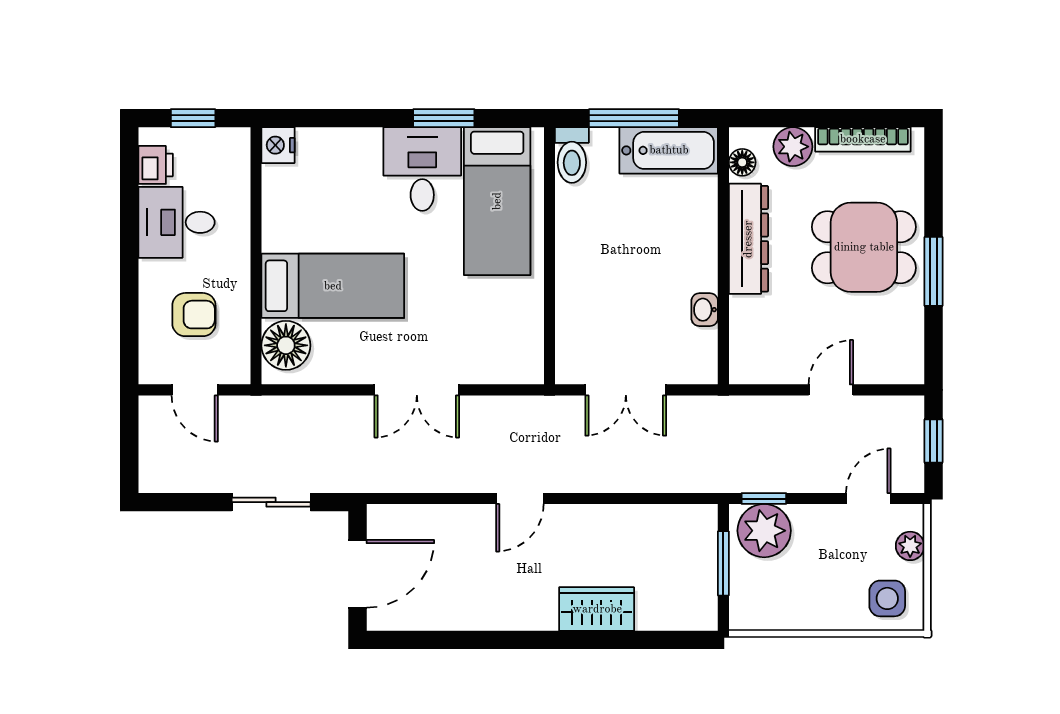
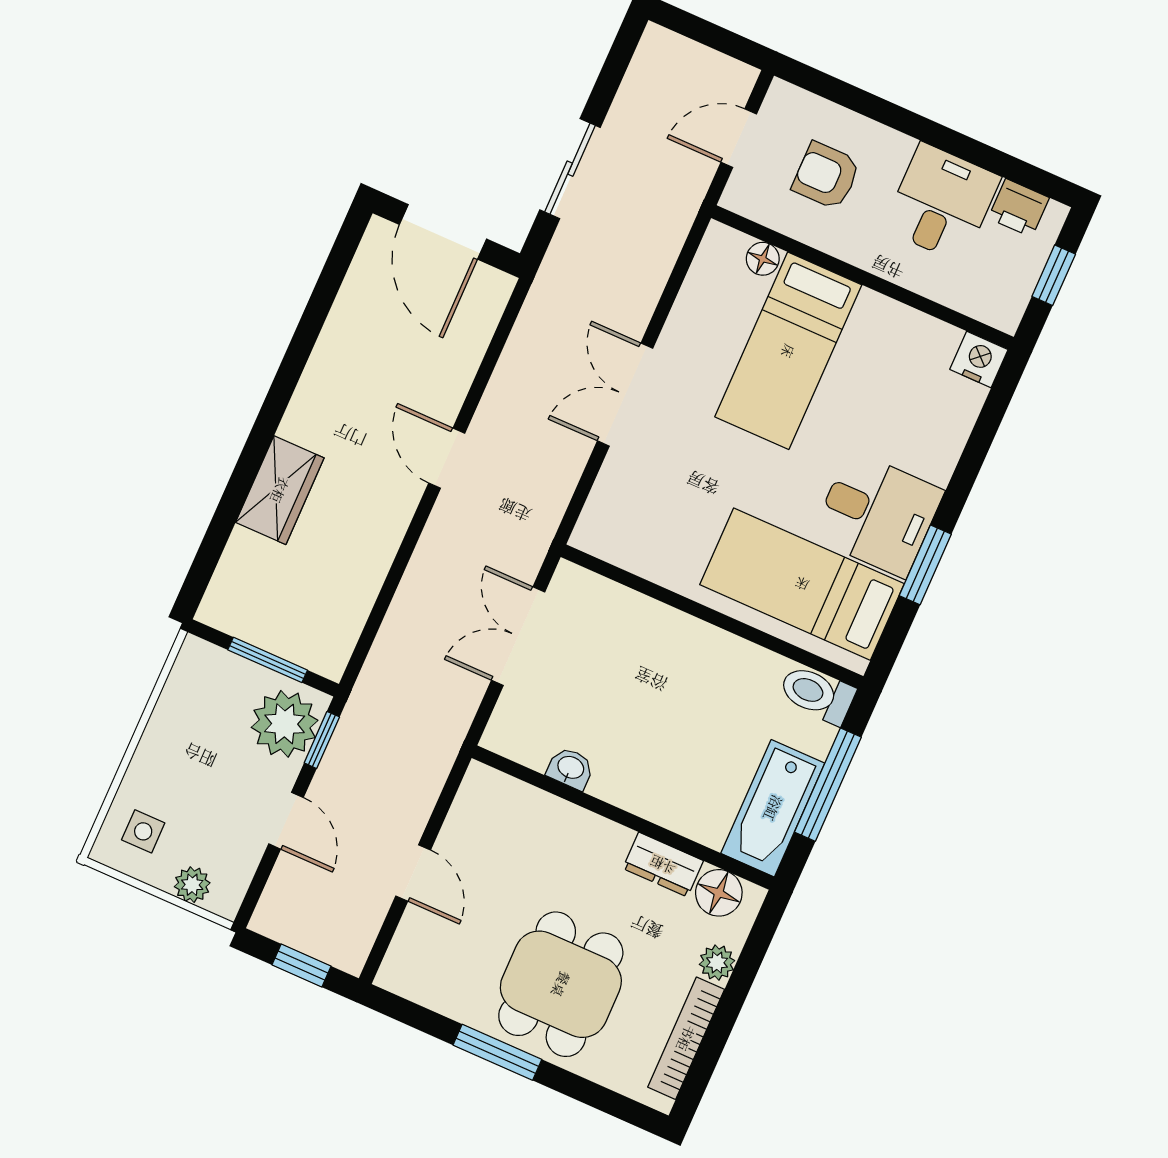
plant: (793, 147) -> (717, 963), width x0.73, depth x0.73
floor lamp: (742, 162) -> (719, 893), width x1.37, depth x1.37
dresser: (748, 239) -> (663, 865), width x0.51, depth x0.80
armchair: (194, 315) -> (826, 176), turned 90
floor lamp: (286, 345) -> (763, 259), width x0.53, depth x0.53
door: (868, 499) -> (286, 821), moved
side table: (887, 598) -> (143, 831), width x0.73, depth x0.73

